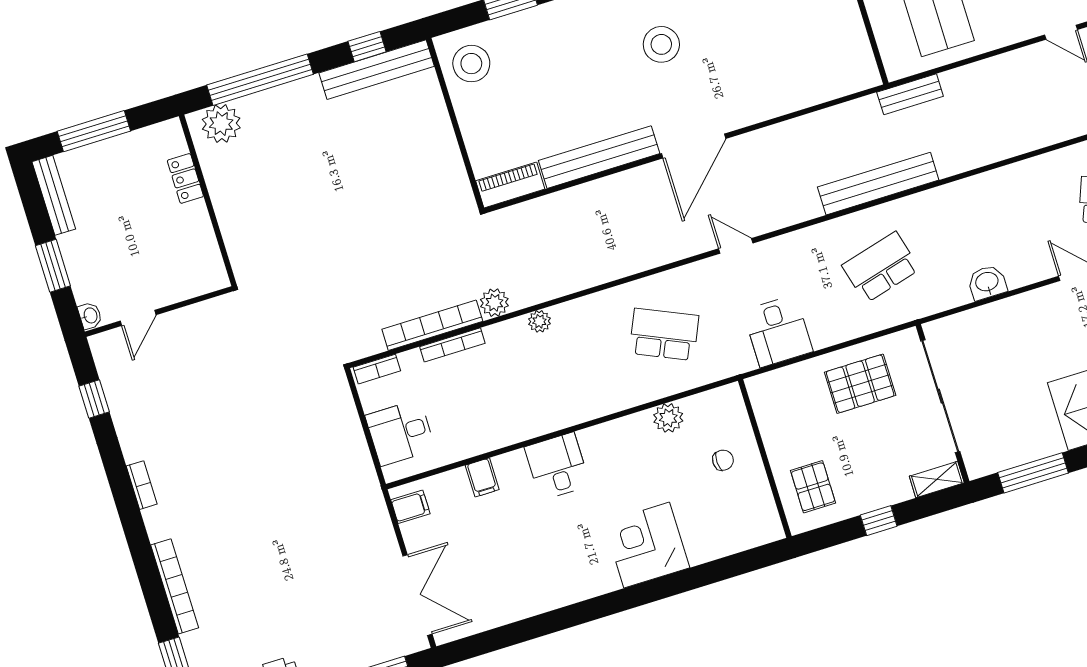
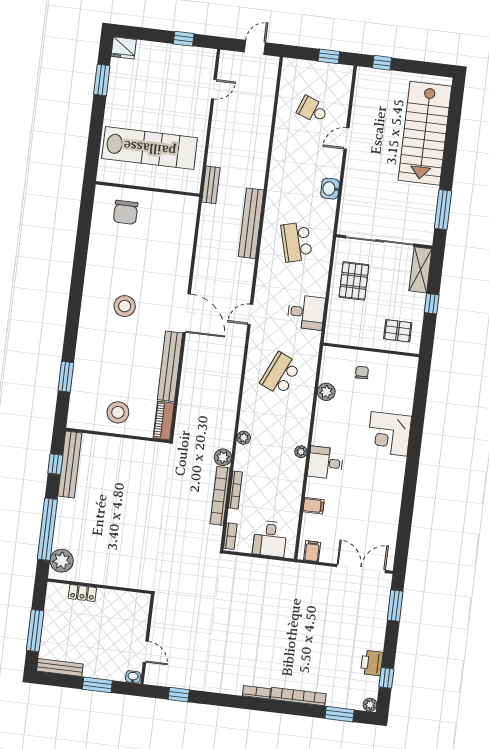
stool: (471, 64) -> (118, 412), moved
plant: (557, 420) -> (301, 452), added
shelving: (937, 479) -> (420, 270), width x1.50, depth x1.33
bookcase: (142, 485) -> (256, 692), moved

